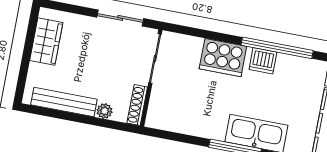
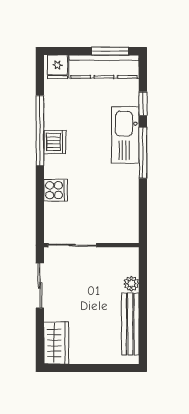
wardrobe: (46, 42) -> (56, 343), moved, turned 90
cooker: (223, 58) -> (55, 190), width x0.53, depth x0.76
shoe rack: (137, 105) -> (120, 254), removed

